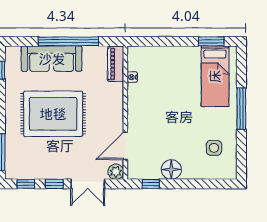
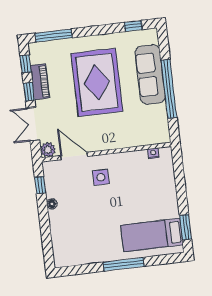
piano: (116, 64) -> (40, 82), moved, turned 90
nightstand: (132, 77) -> (153, 153), moved
side table: (214, 148) -> (101, 177), moved
floor lamp: (171, 170) -> (52, 204), width x0.53, depth x0.53

